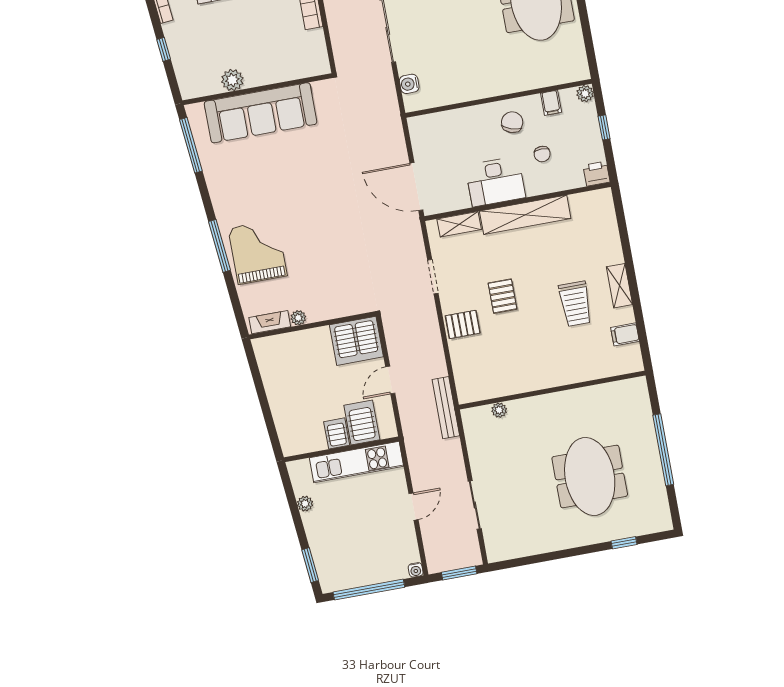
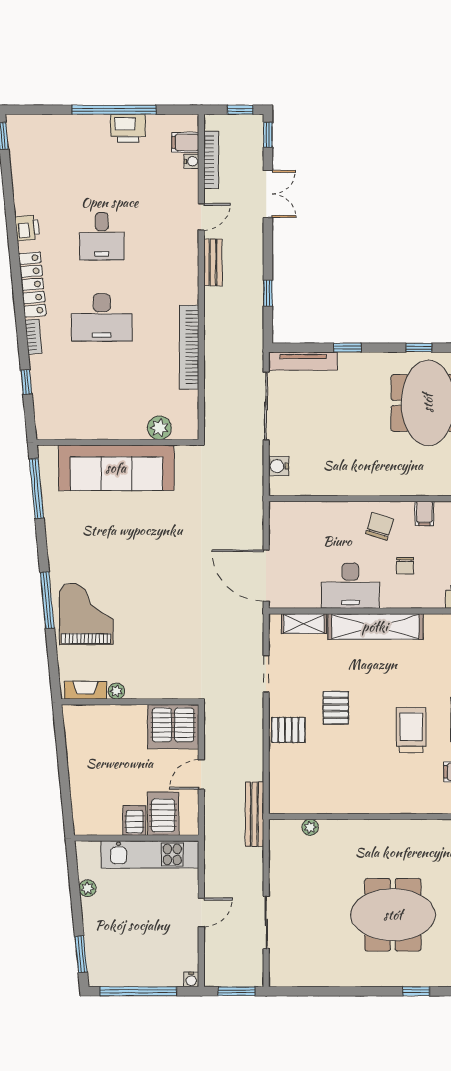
plant: (232, 80) -> (159, 428), moved
trolley: (575, 304) -> (411, 730), turned 180
meeting table: (590, 476) -> (393, 915), turned 90

